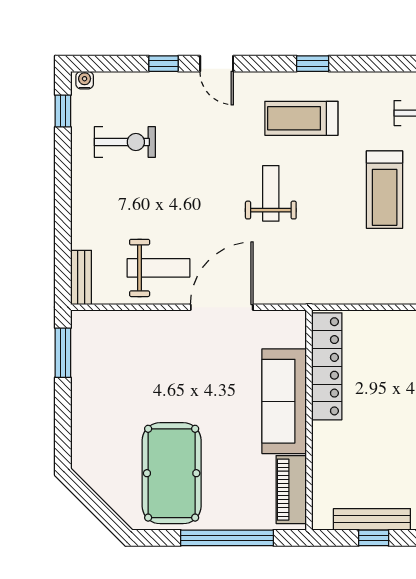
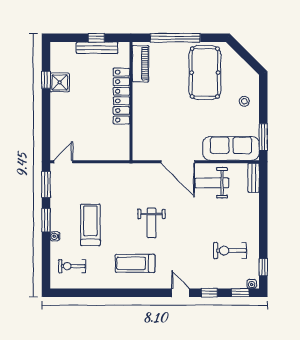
window: (313, 64) -> (240, 293), moved
treadmill: (301, 118) -> (135, 263), turned 180
door: (222, 307) -> (178, 162), hinge flipped
locker: (327, 366) -> (121, 96), moved
sofa: (284, 401) -> (231, 148), moved, turned -90
stool: (98, 420) -> (244, 101), added

